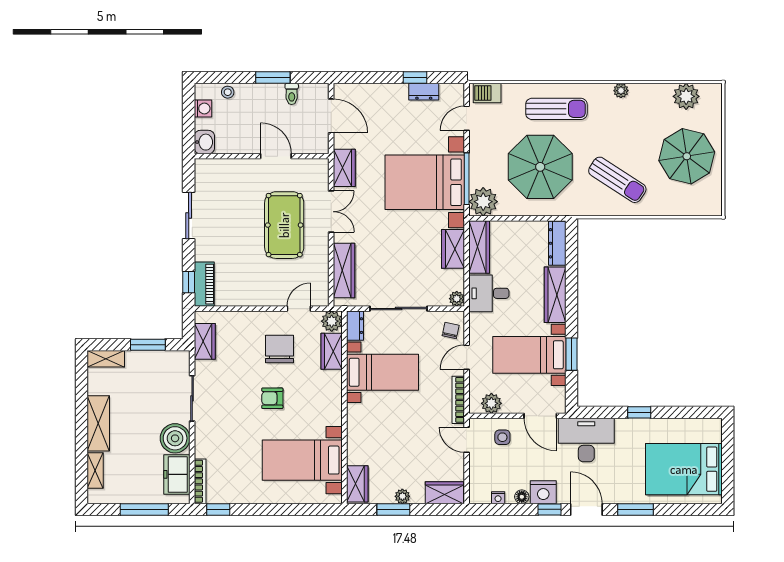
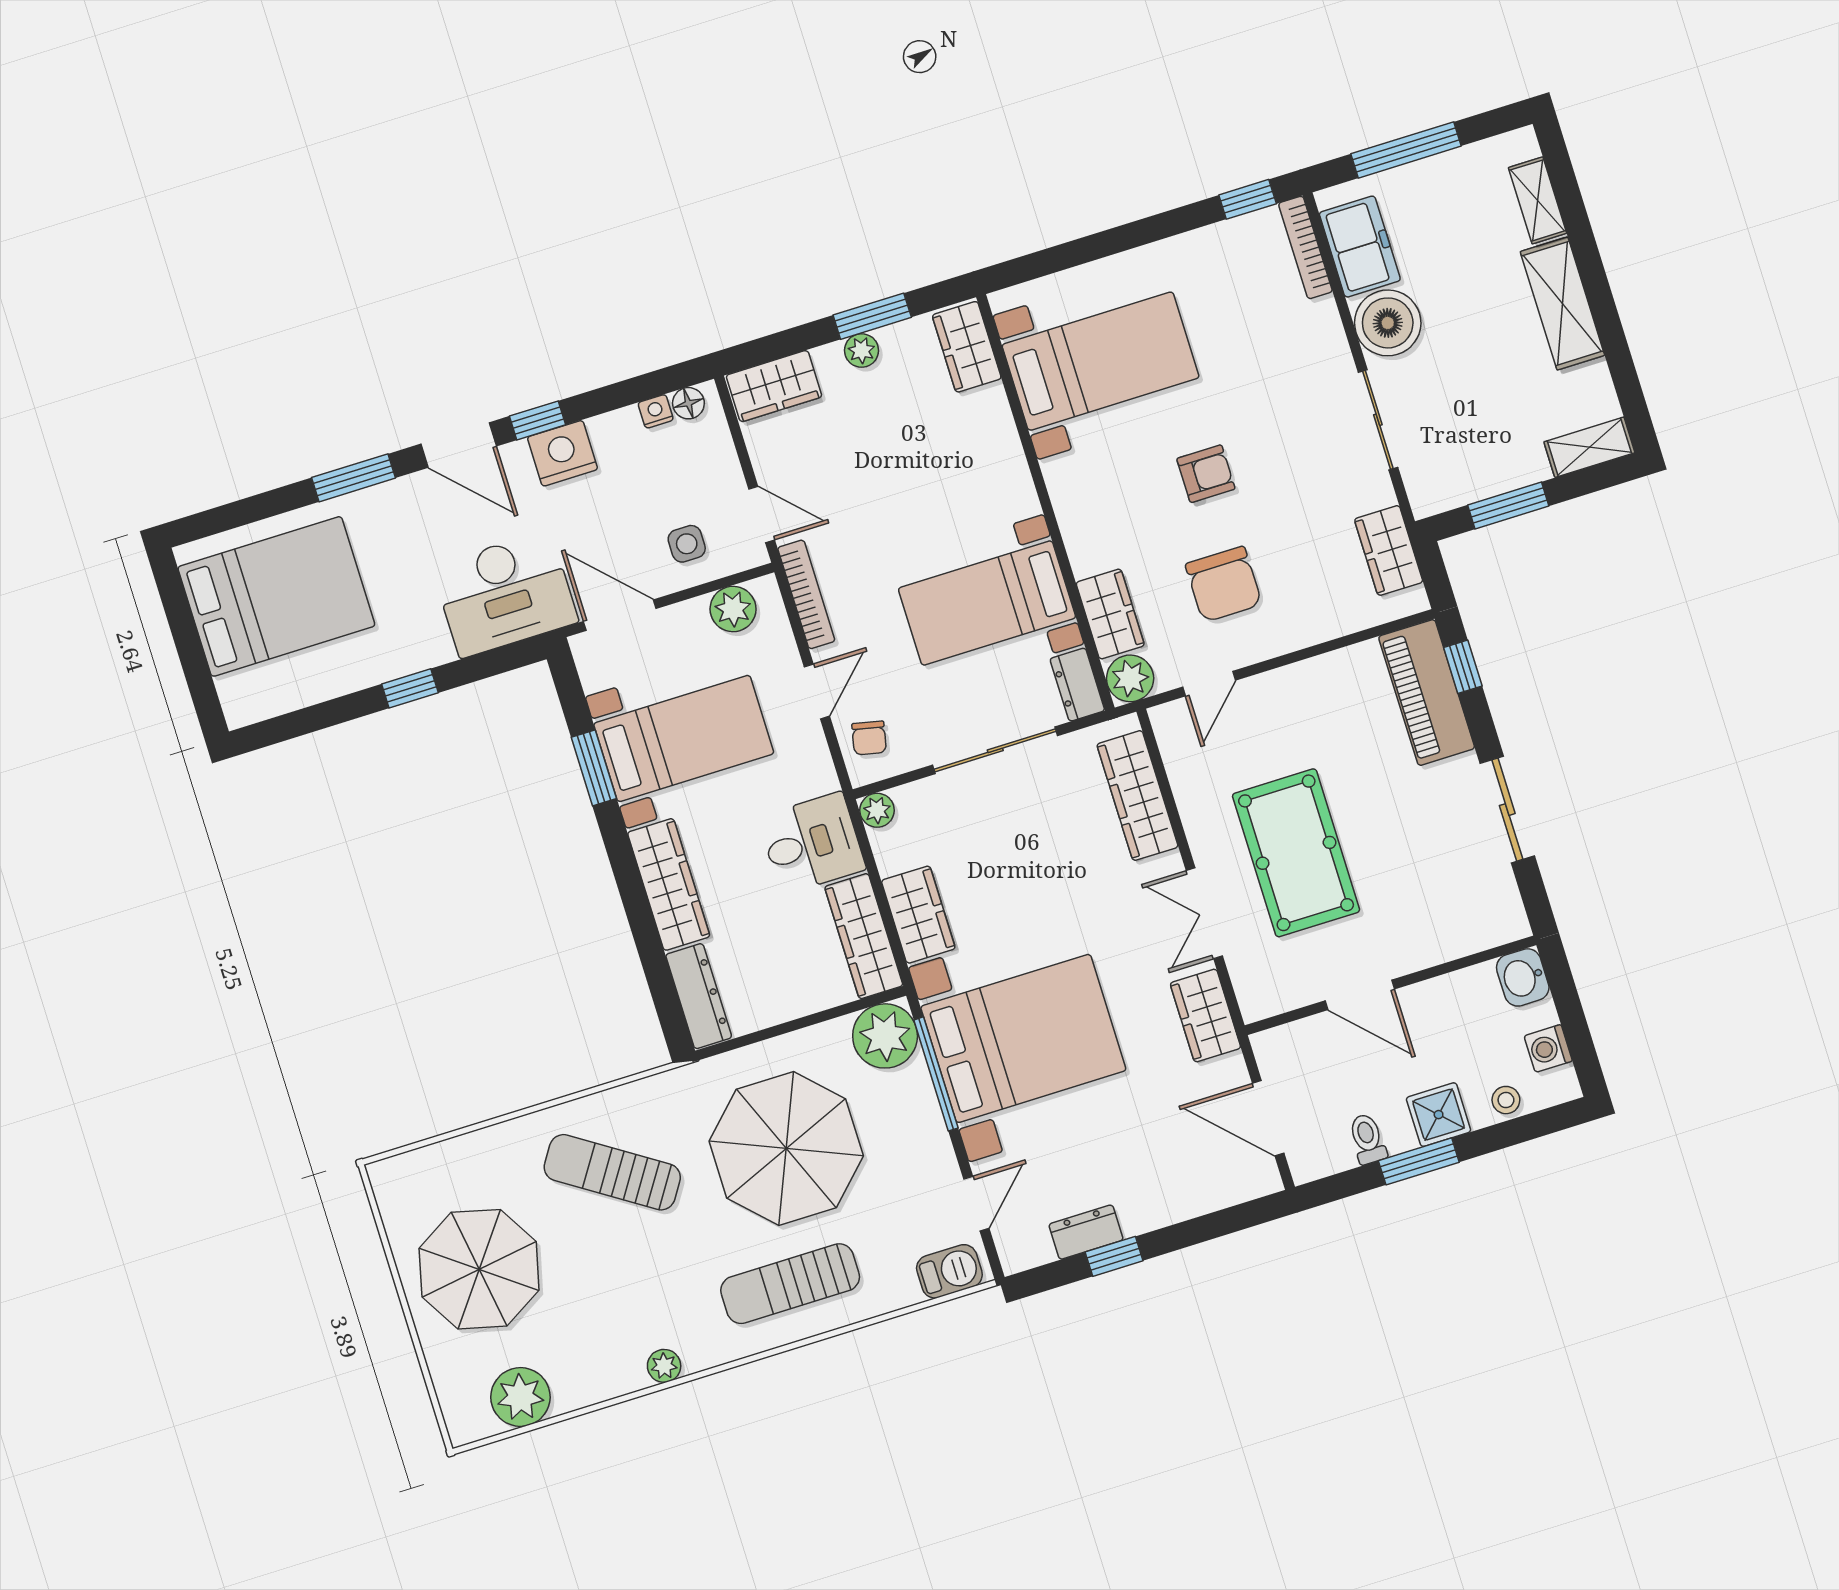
shower: (258, 95) -> (1439, 1115), added
piano: (204, 284) -> (1427, 692), width x1.37, depth x1.33
floor lamp: (522, 497) -> (688, 403), moved

